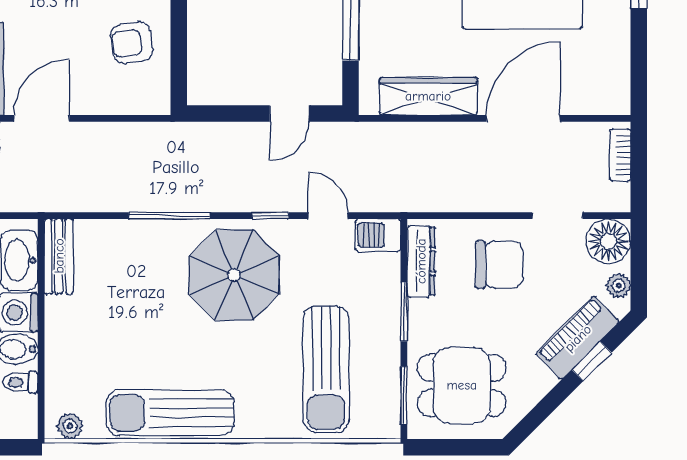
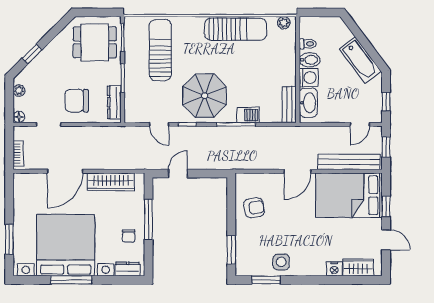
barbecue: (378, 235) -> (248, 115), moved
floor lamp: (608, 241) -> (19, 117), width x0.53, depth x0.53
piano: (578, 338) -> (39, 65), removed

